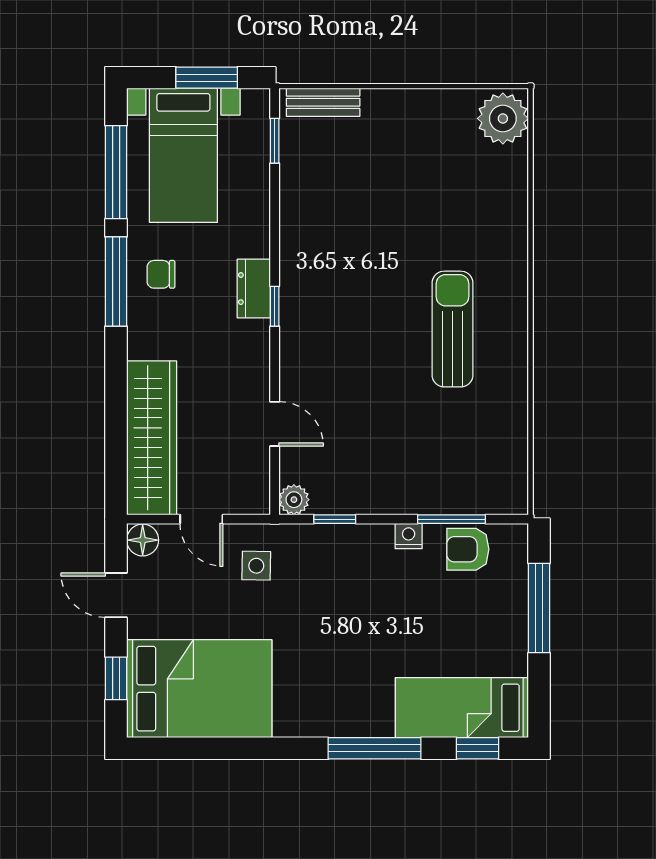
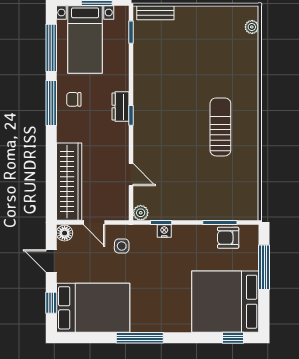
plant: (503, 118) -> (252, 27), width x0.53, depth x0.53
nightstand: (409, 536) -> (164, 231), moved
bed: (462, 708) -> (225, 302), width x2.04
window: (375, 748) -> (140, 338), moved

